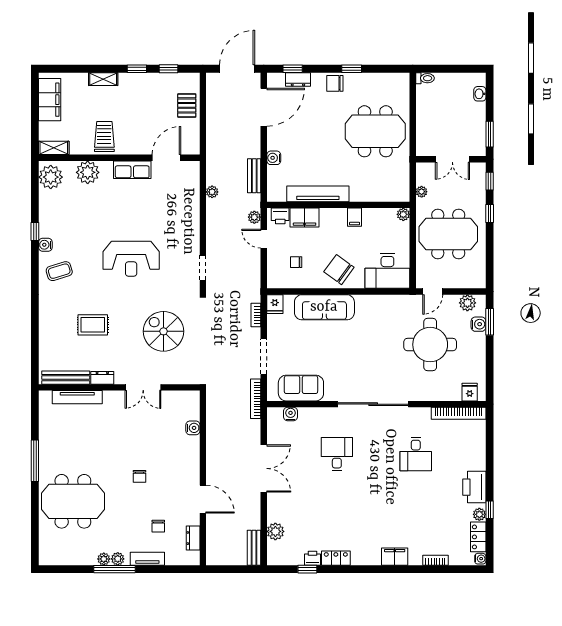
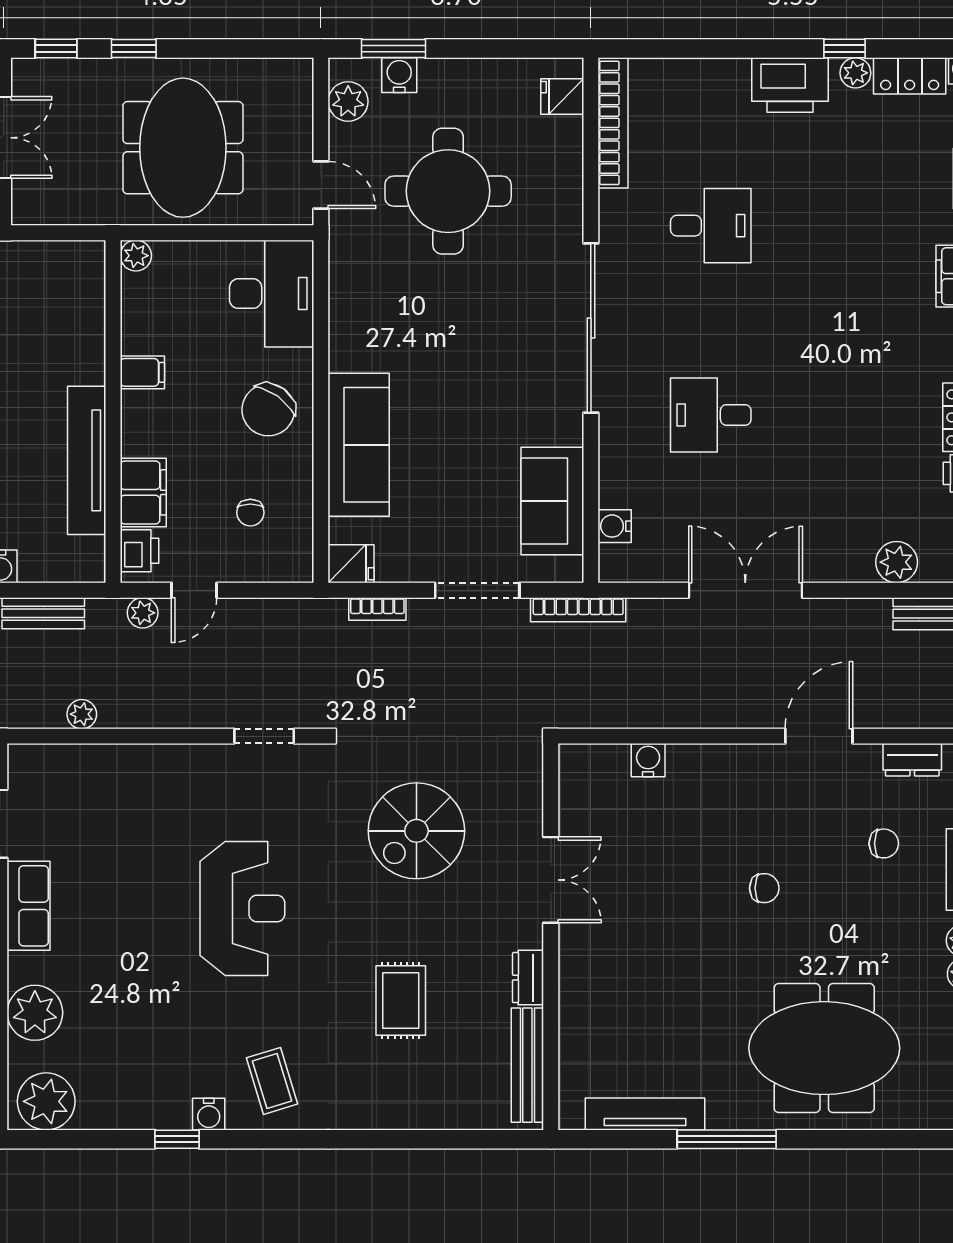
plant: (422, 192) -> (81, 212), removed
tv unit: (77, 397) -> (645, 1114), moved, turned -90
meeting table: (73, 501) -> (824, 1048), turned 90

